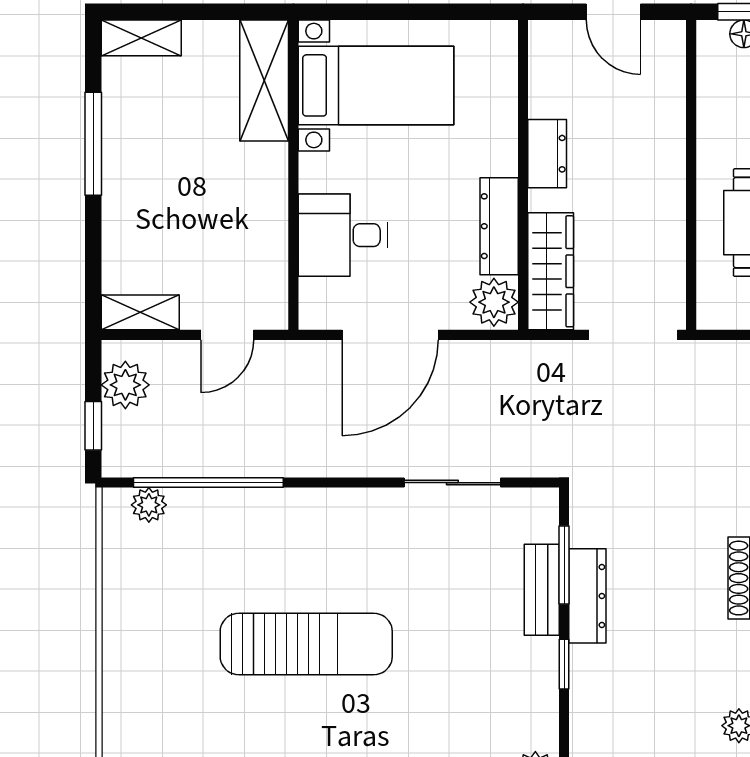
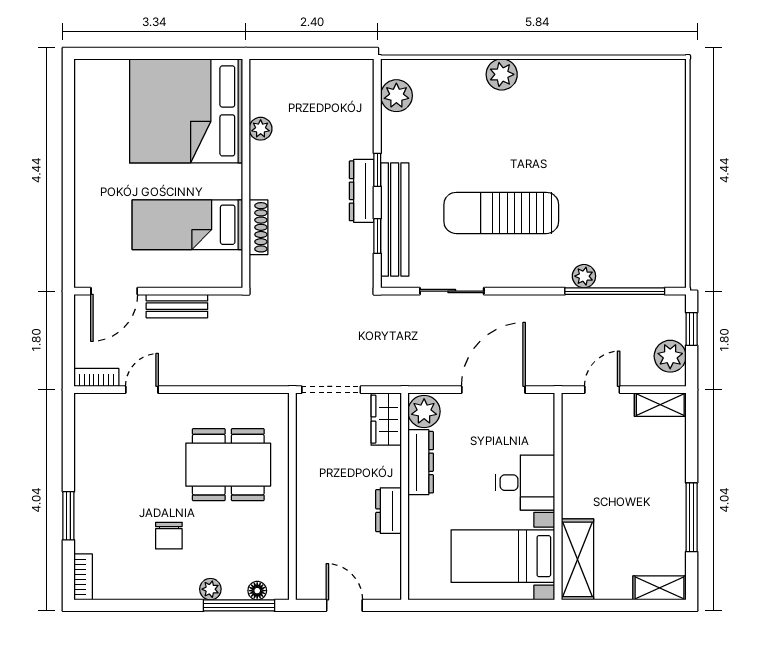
desk: (343, 235) -> (525, 483), moved
wardrobe: (551, 271) -> (386, 419), width x0.67
plant: (149, 505) -> (584, 276), moved
window: (564, 565) -> (377, 236), width x0.67
bench: (542, 590) -> (395, 220), width x1.86, depth x1.21
dresser: (587, 596) -> (362, 191), moved
sun lounger: (306, 644) -> (501, 213), moved

